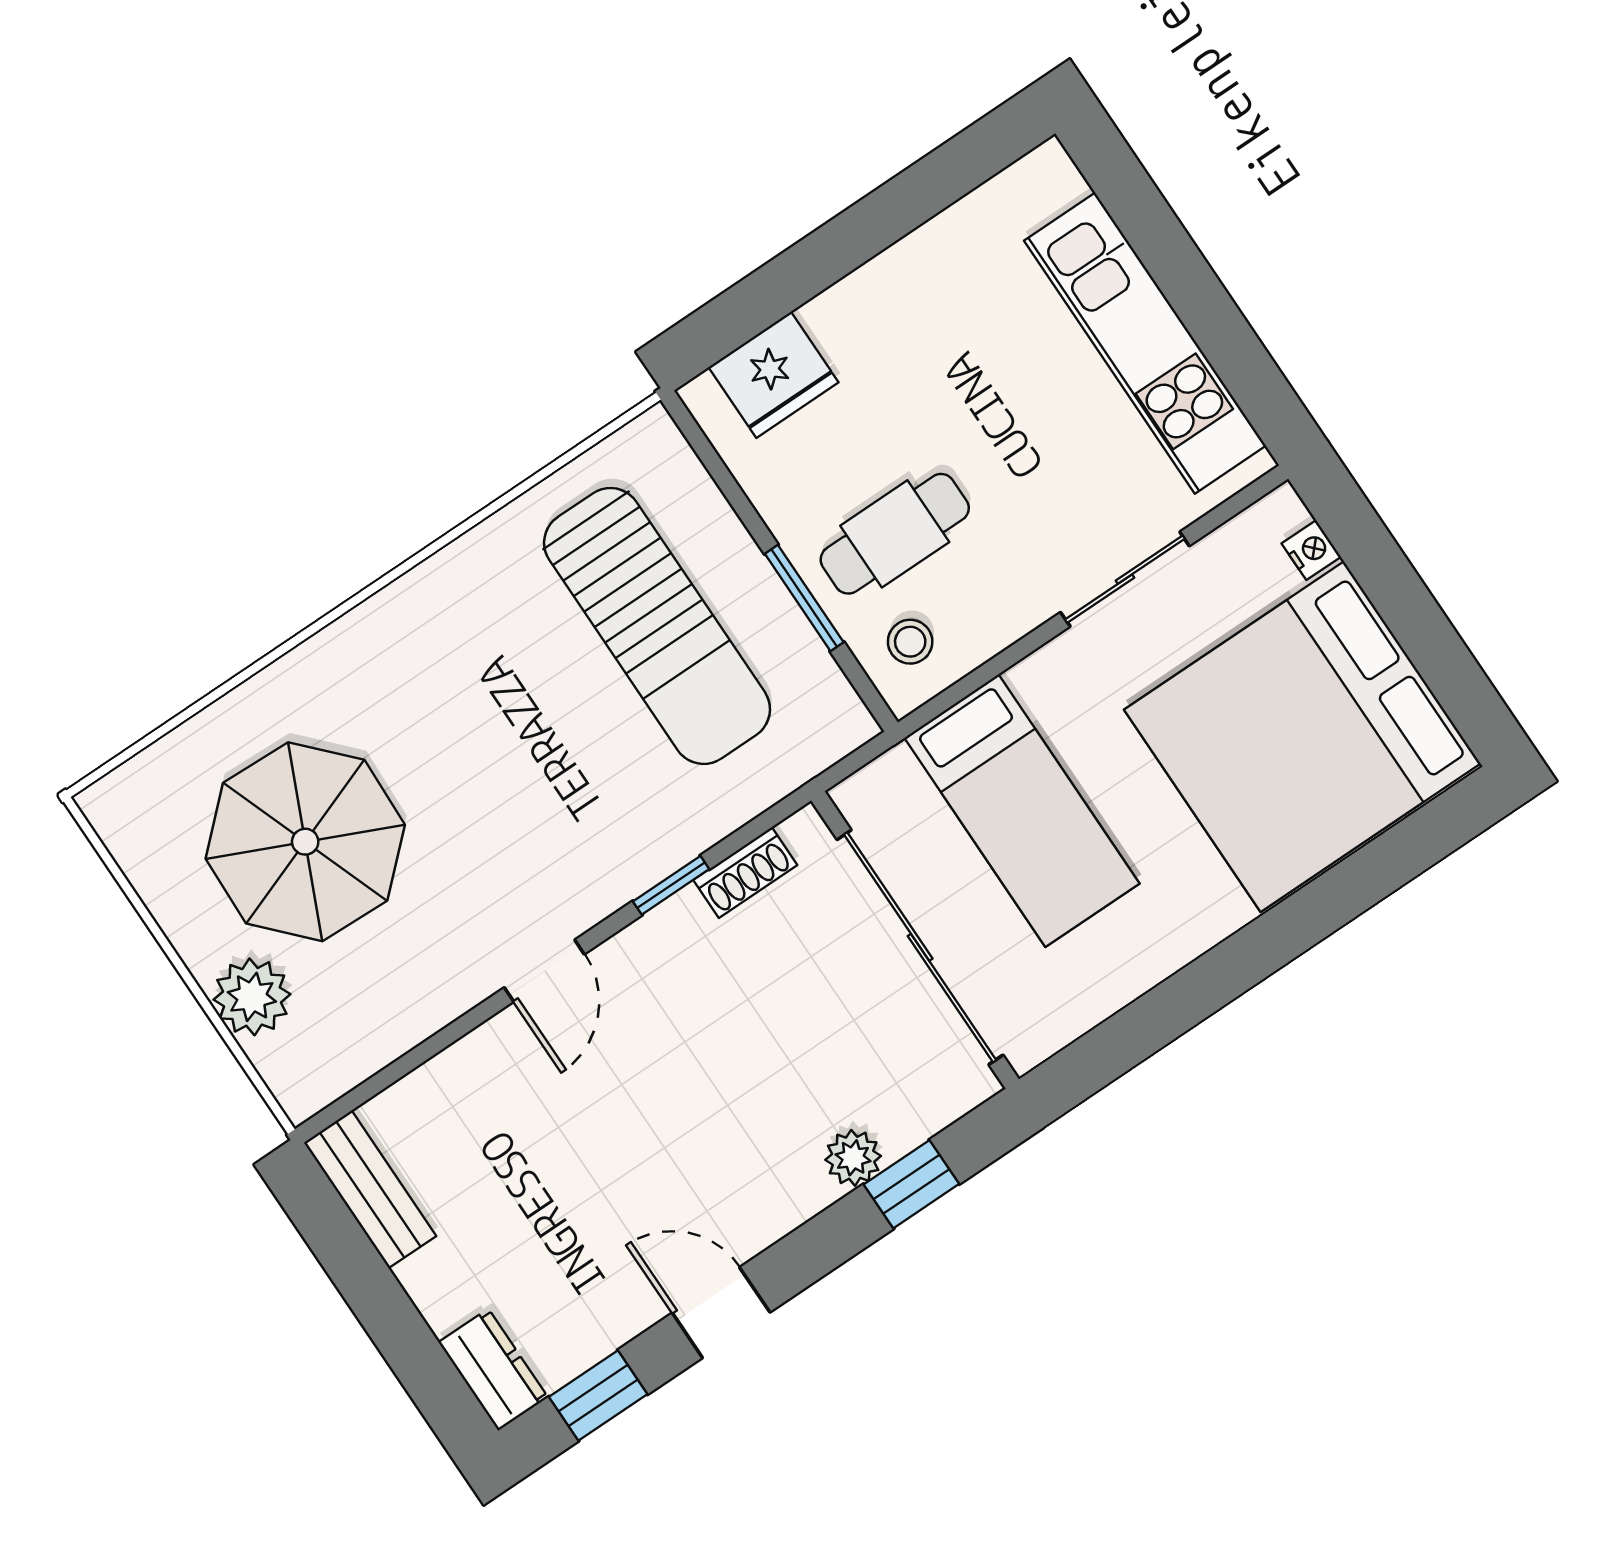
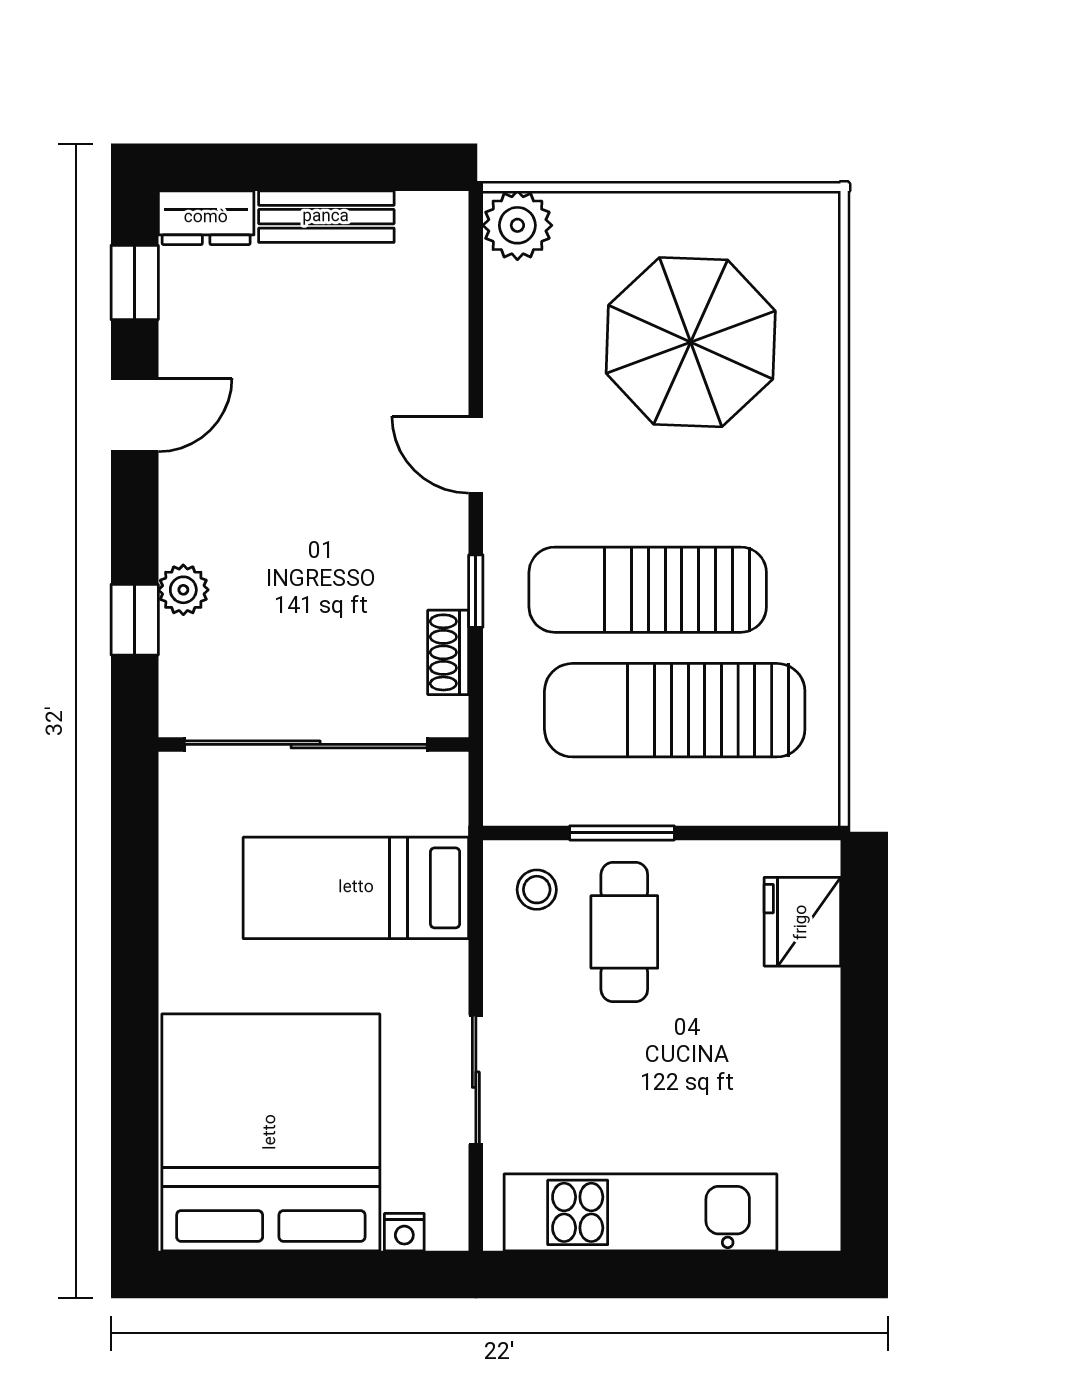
sun lounger: (562, 727) -> (648, 590), added
plant: (252, 997) -> (517, 225), moved
bench: (370, 1189) -> (326, 217), moved

